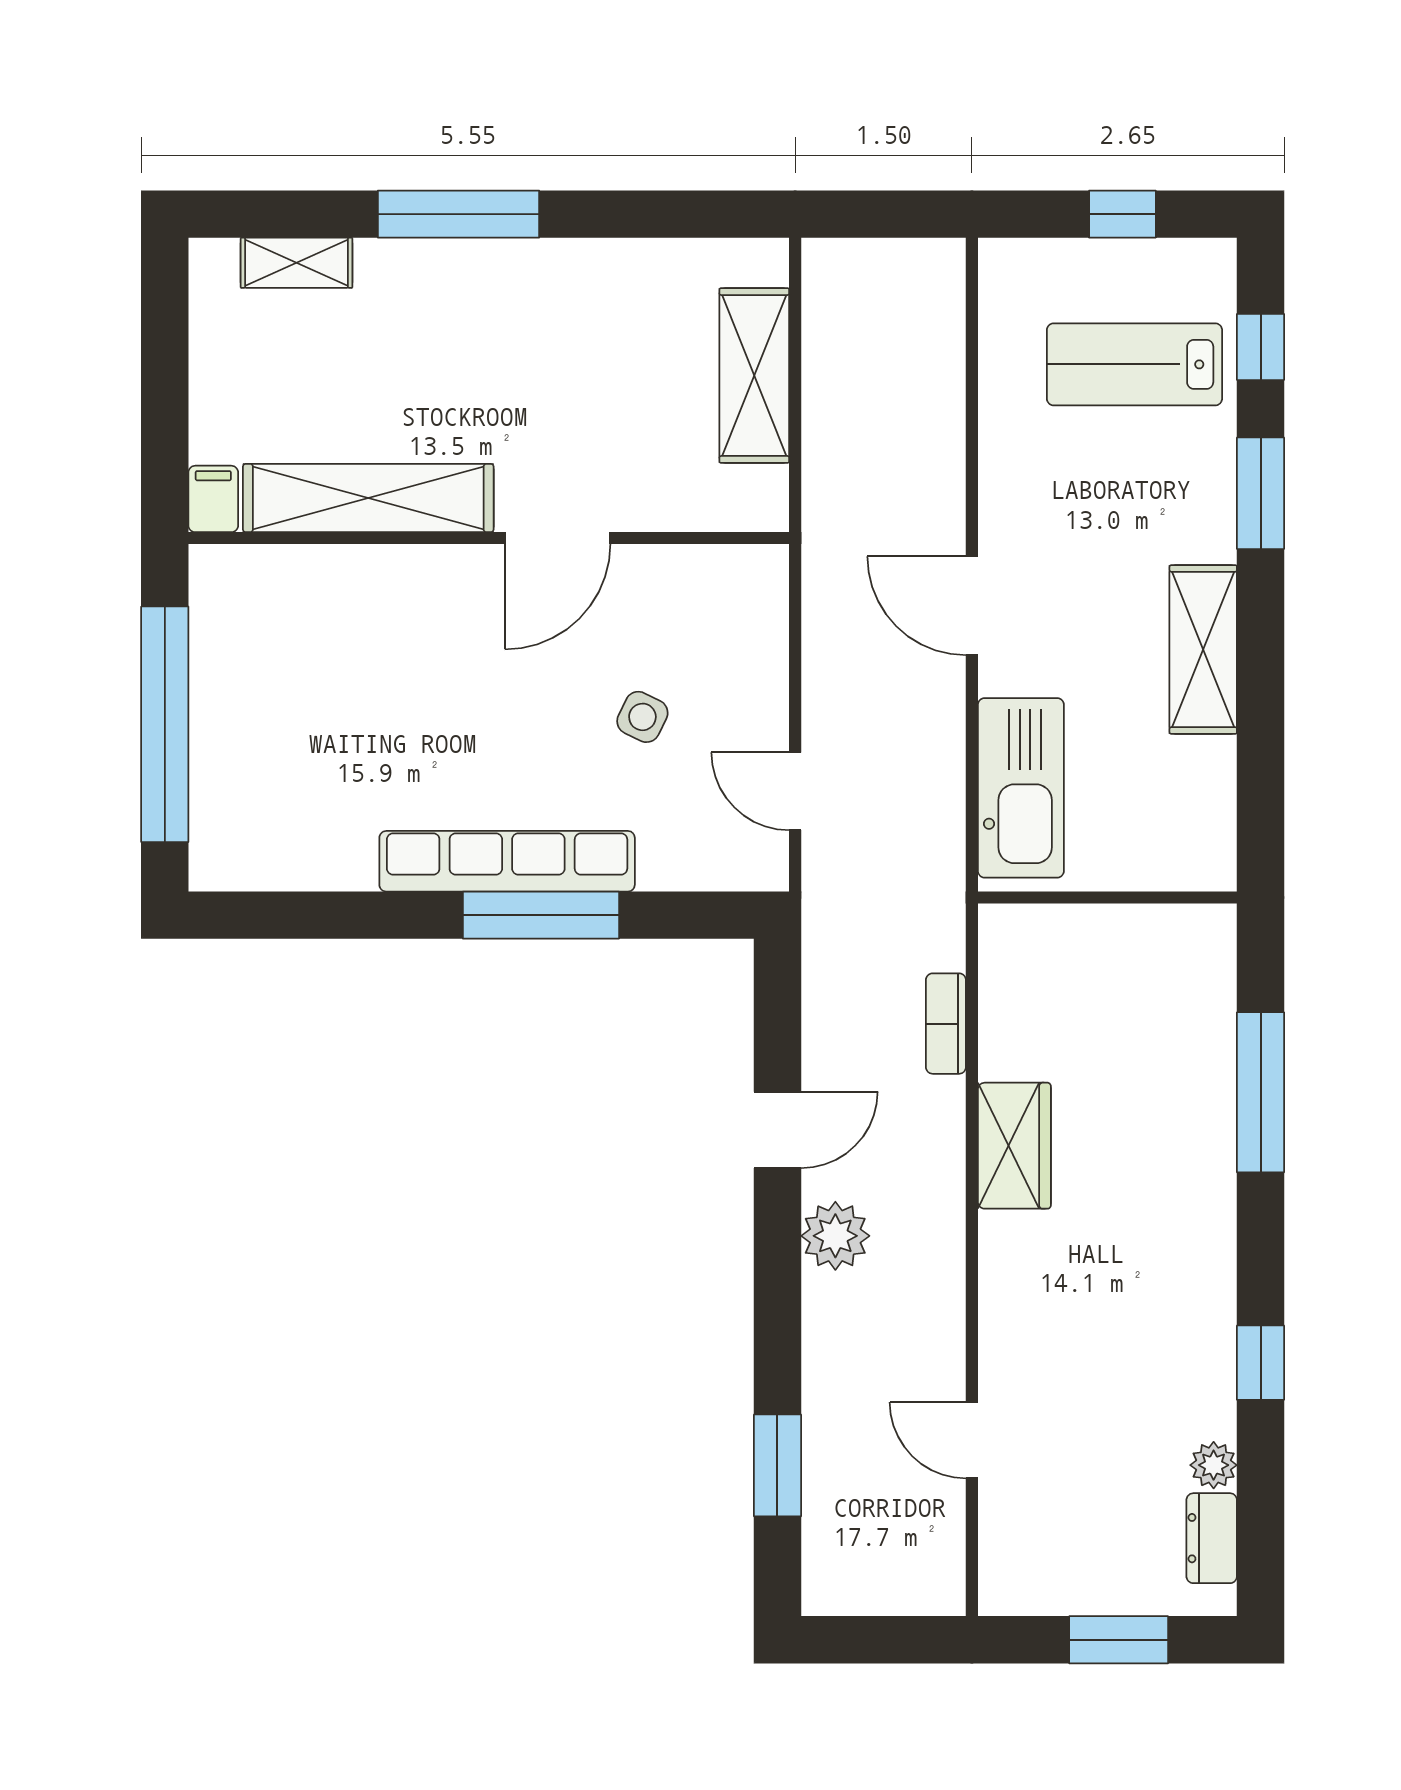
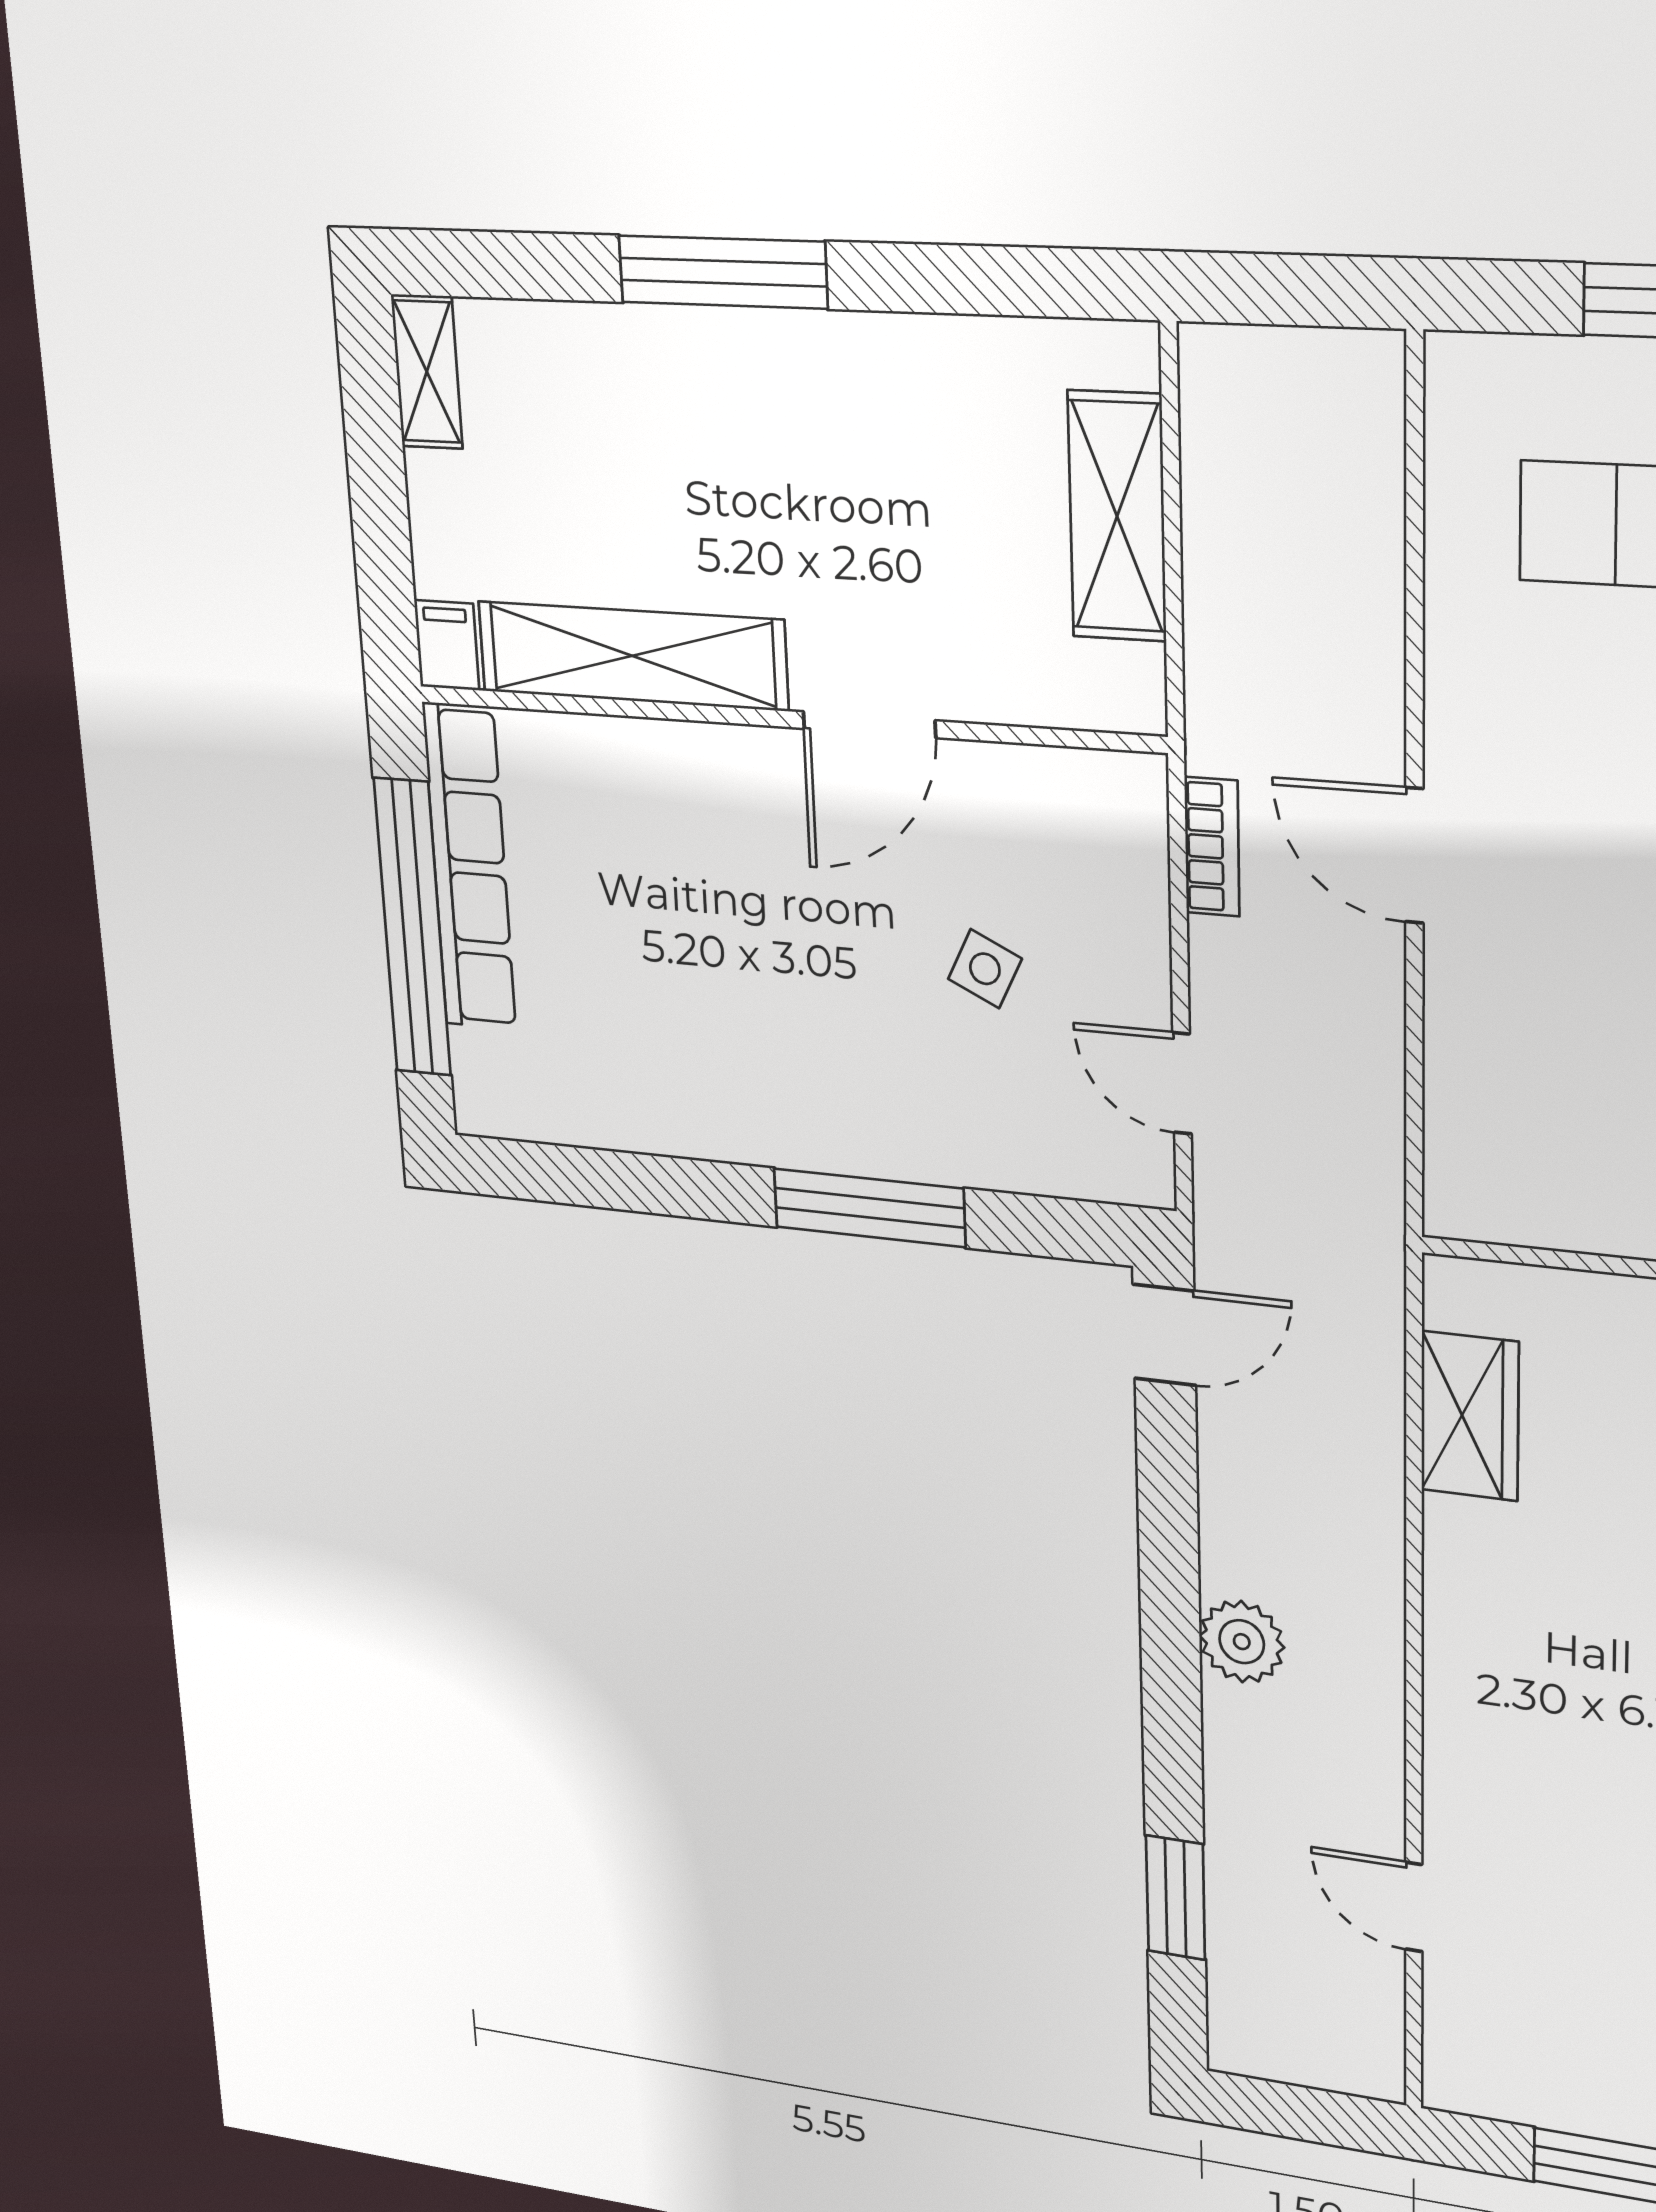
shelving: (296, 263) -> (427, 372), moved, turned 90
kitchen sink: (1021, 788) -> (1480, 1107), removed
row of seats: (507, 861) -> (469, 867), moved, turned 90
bookcase: (946, 1024) -> (1212, 847), moved, turned 180
door: (777, 1130) -> (1164, 1335), moved
wardrobe: (1014, 1146) -> (1470, 1416), moved

